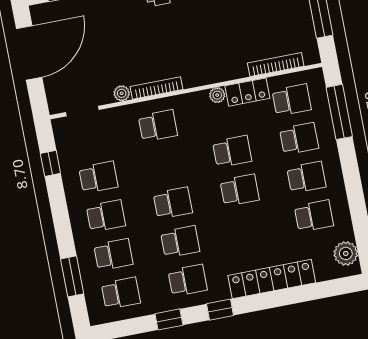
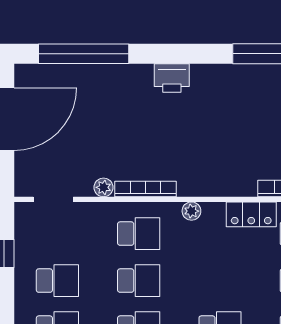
plant: (217, 95) -> (191, 211), moved
school desk: (232, 151) -> (139, 281), moved

